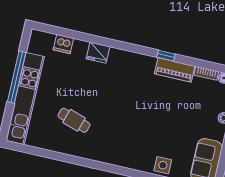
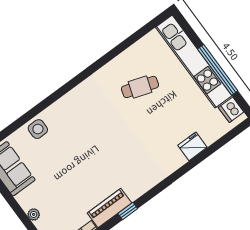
dishwasher: (63, 44) -> (231, 110), moved, turned -90
fridge: (98, 53) -> (192, 146), moved

